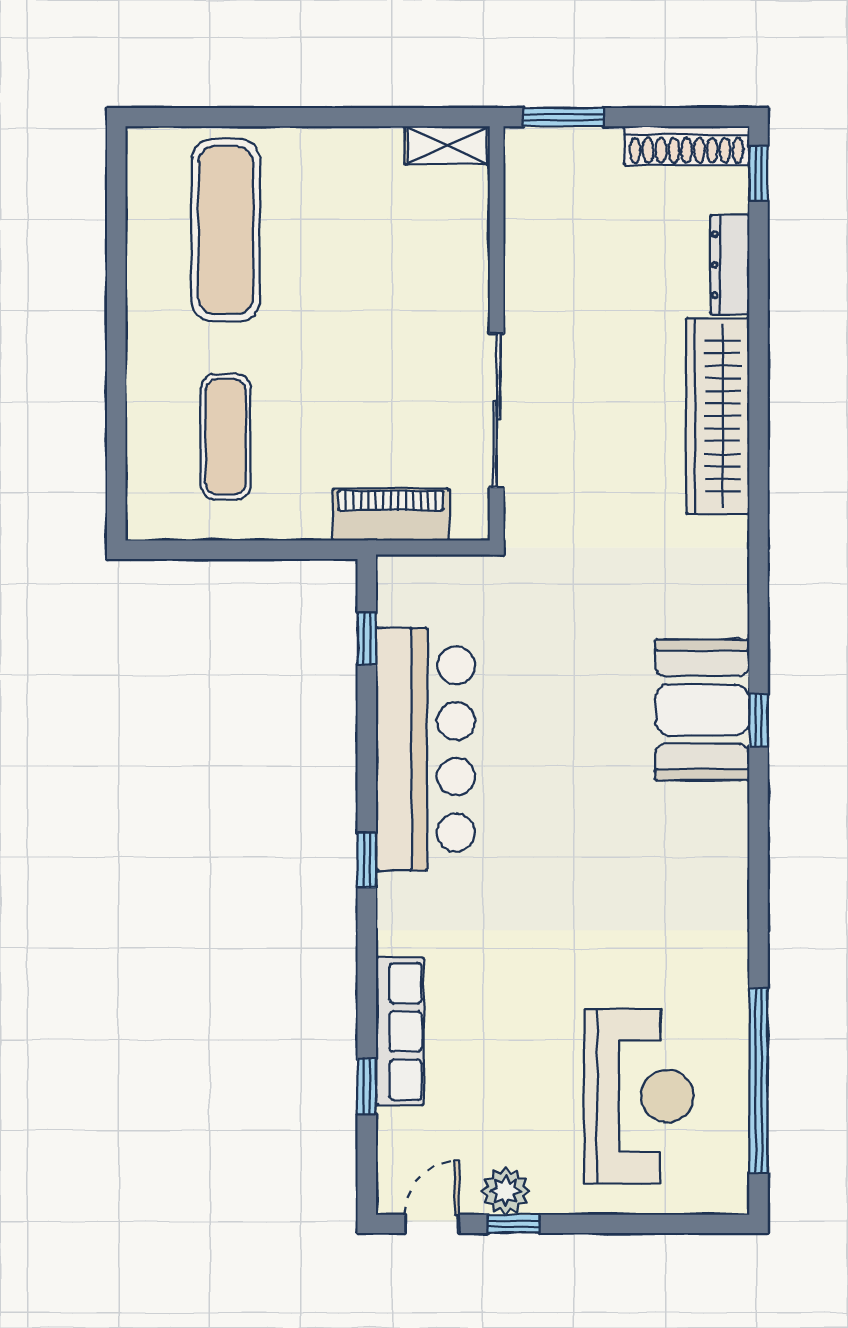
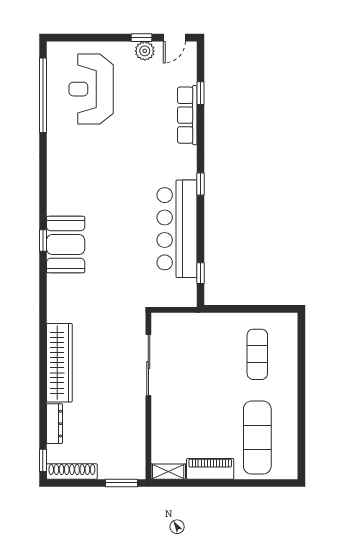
piano: (391, 515) -> (210, 469), moved, turned 180

